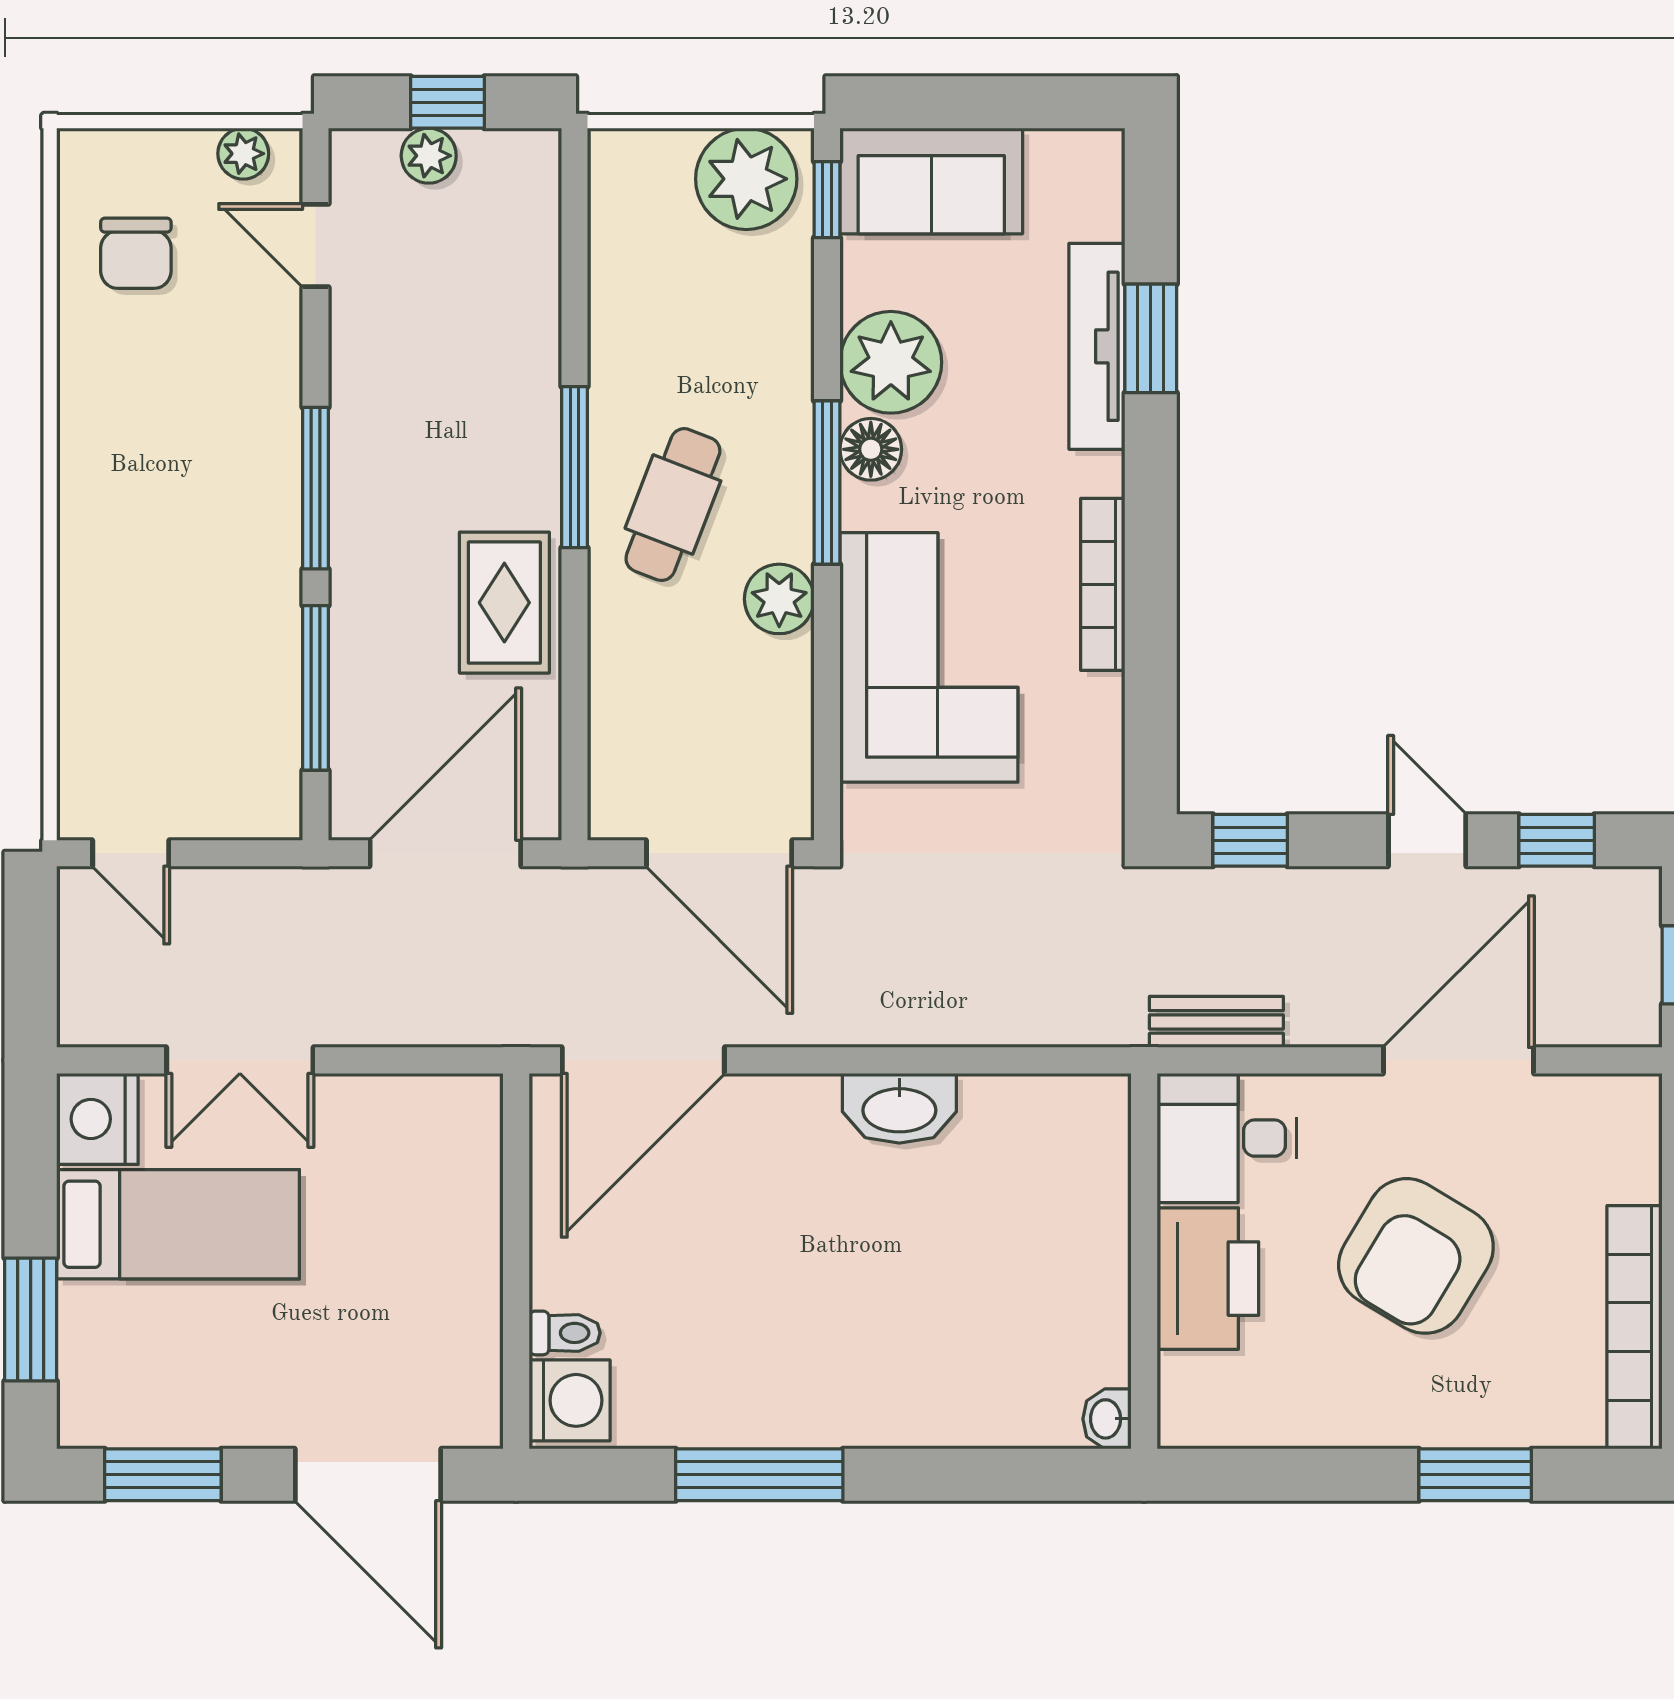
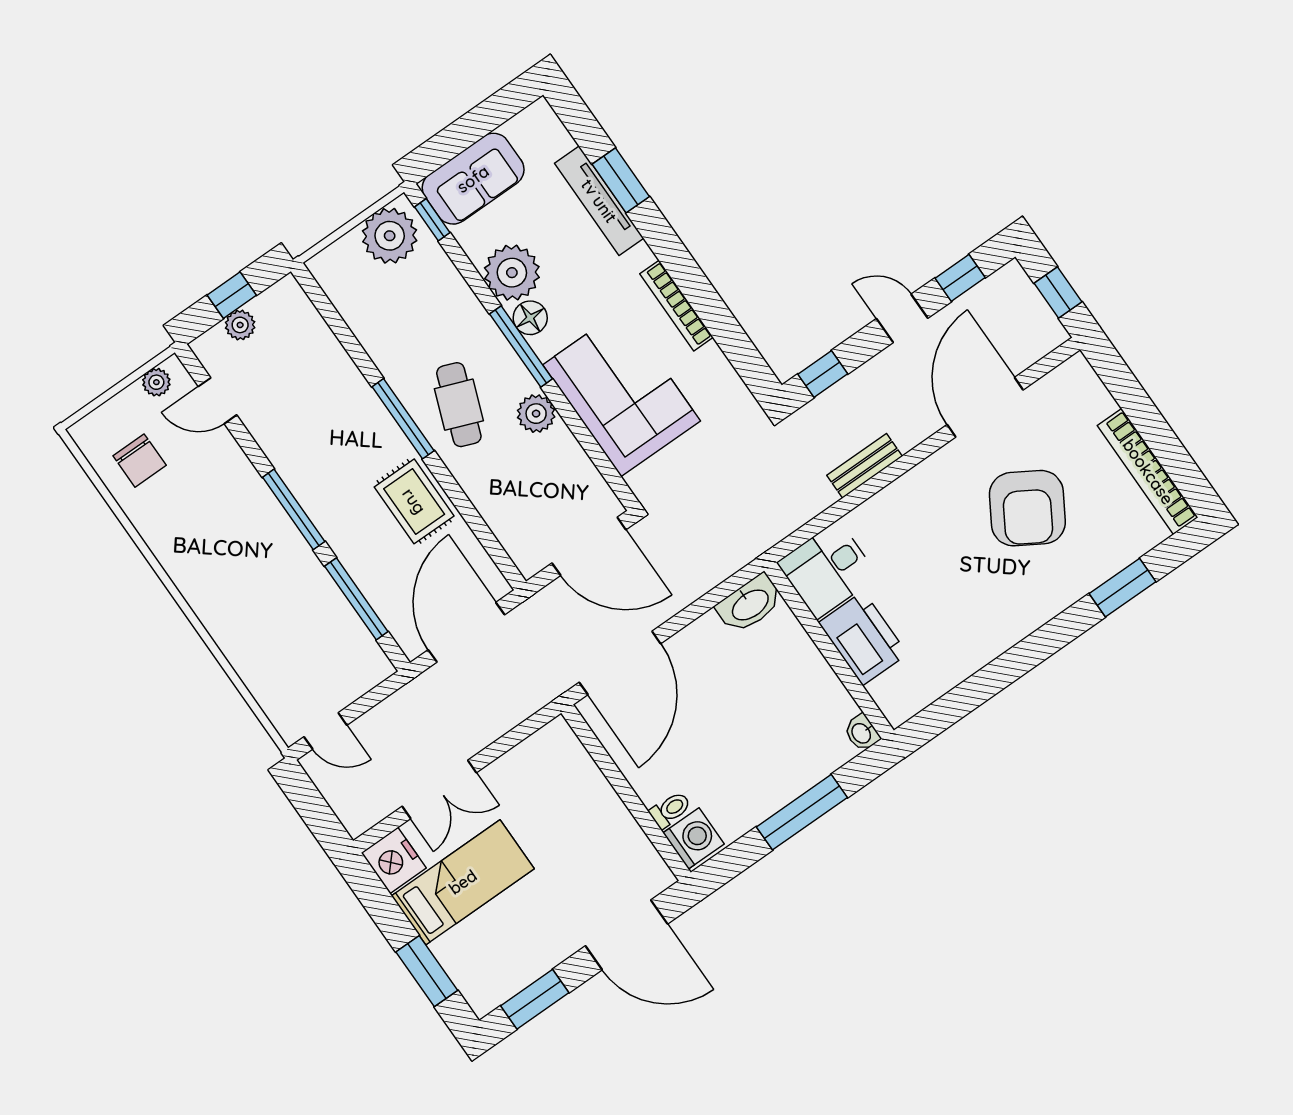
desk: (1227, 1138) -> (827, 569), moved
wall: (1144, 1261) -> (829, 651), moved
printer: (1208, 1279) -> (863, 638), moved
washbasin: (1107, 1419) -> (862, 733), moved

